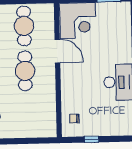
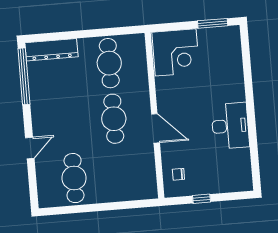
door: (57, 51) -> (156, 128), moved

